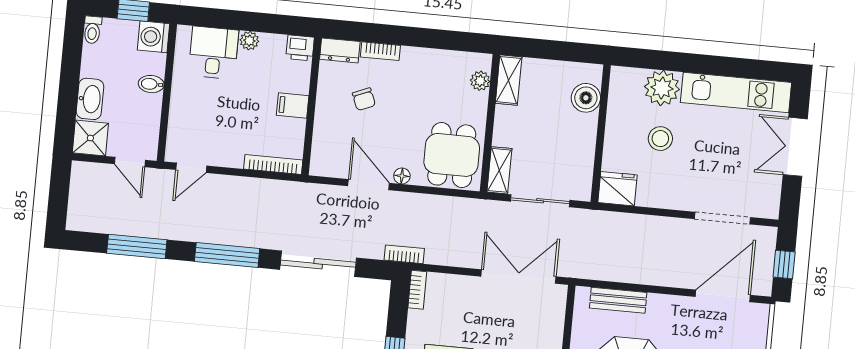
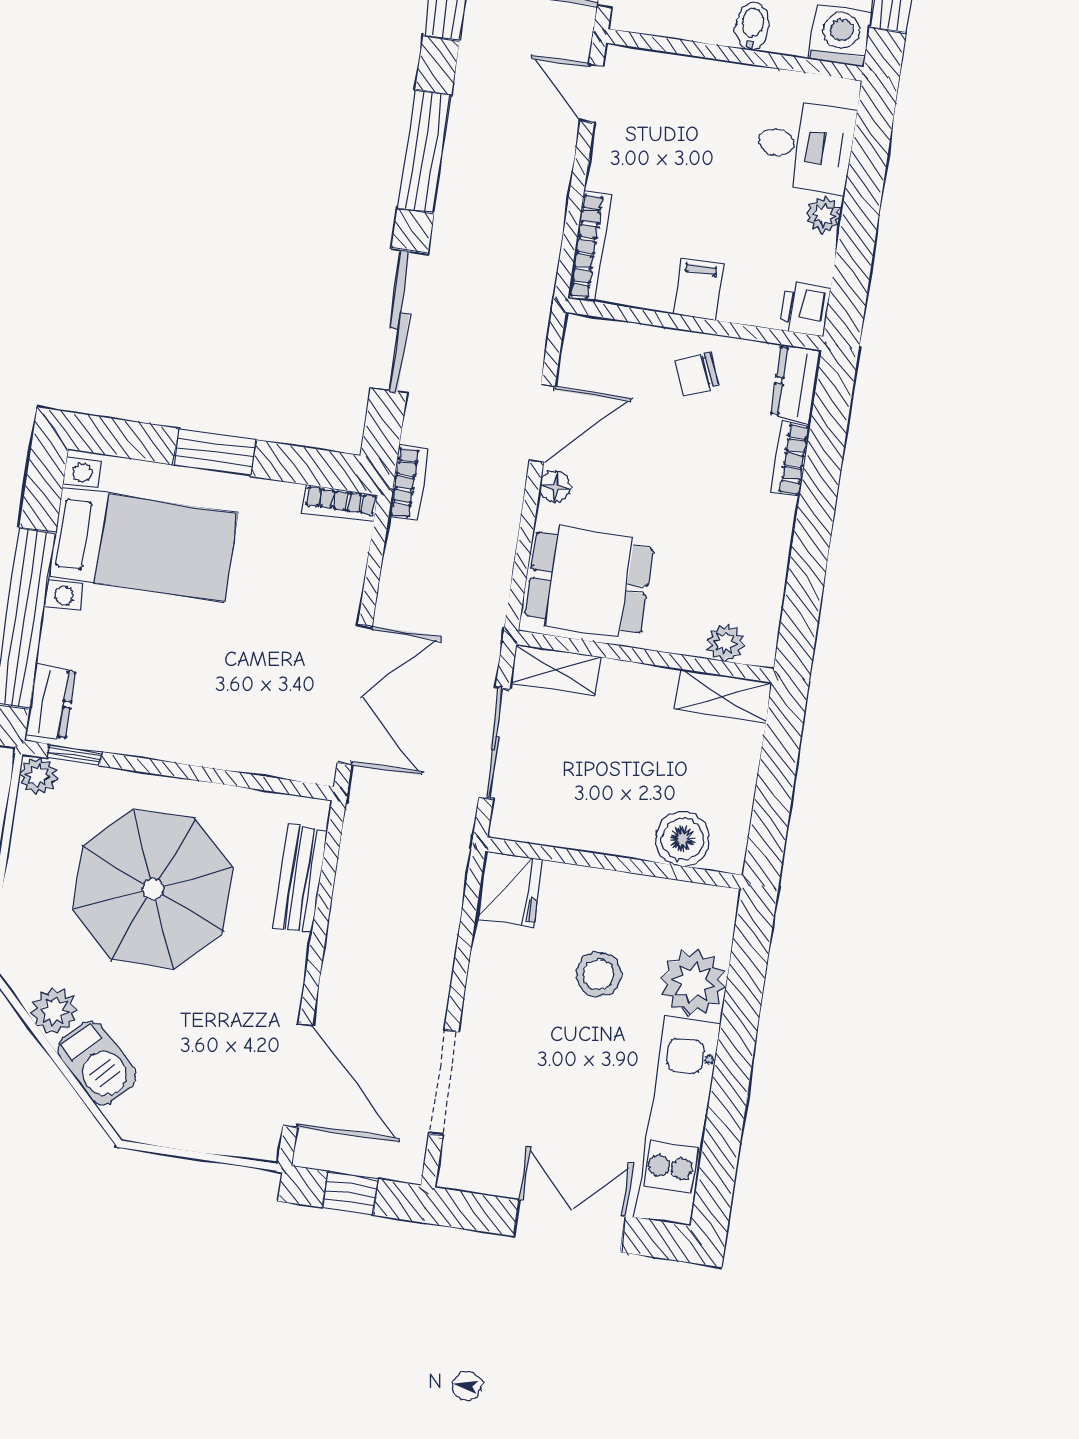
chair: (364, 99) -> (697, 373), moved

